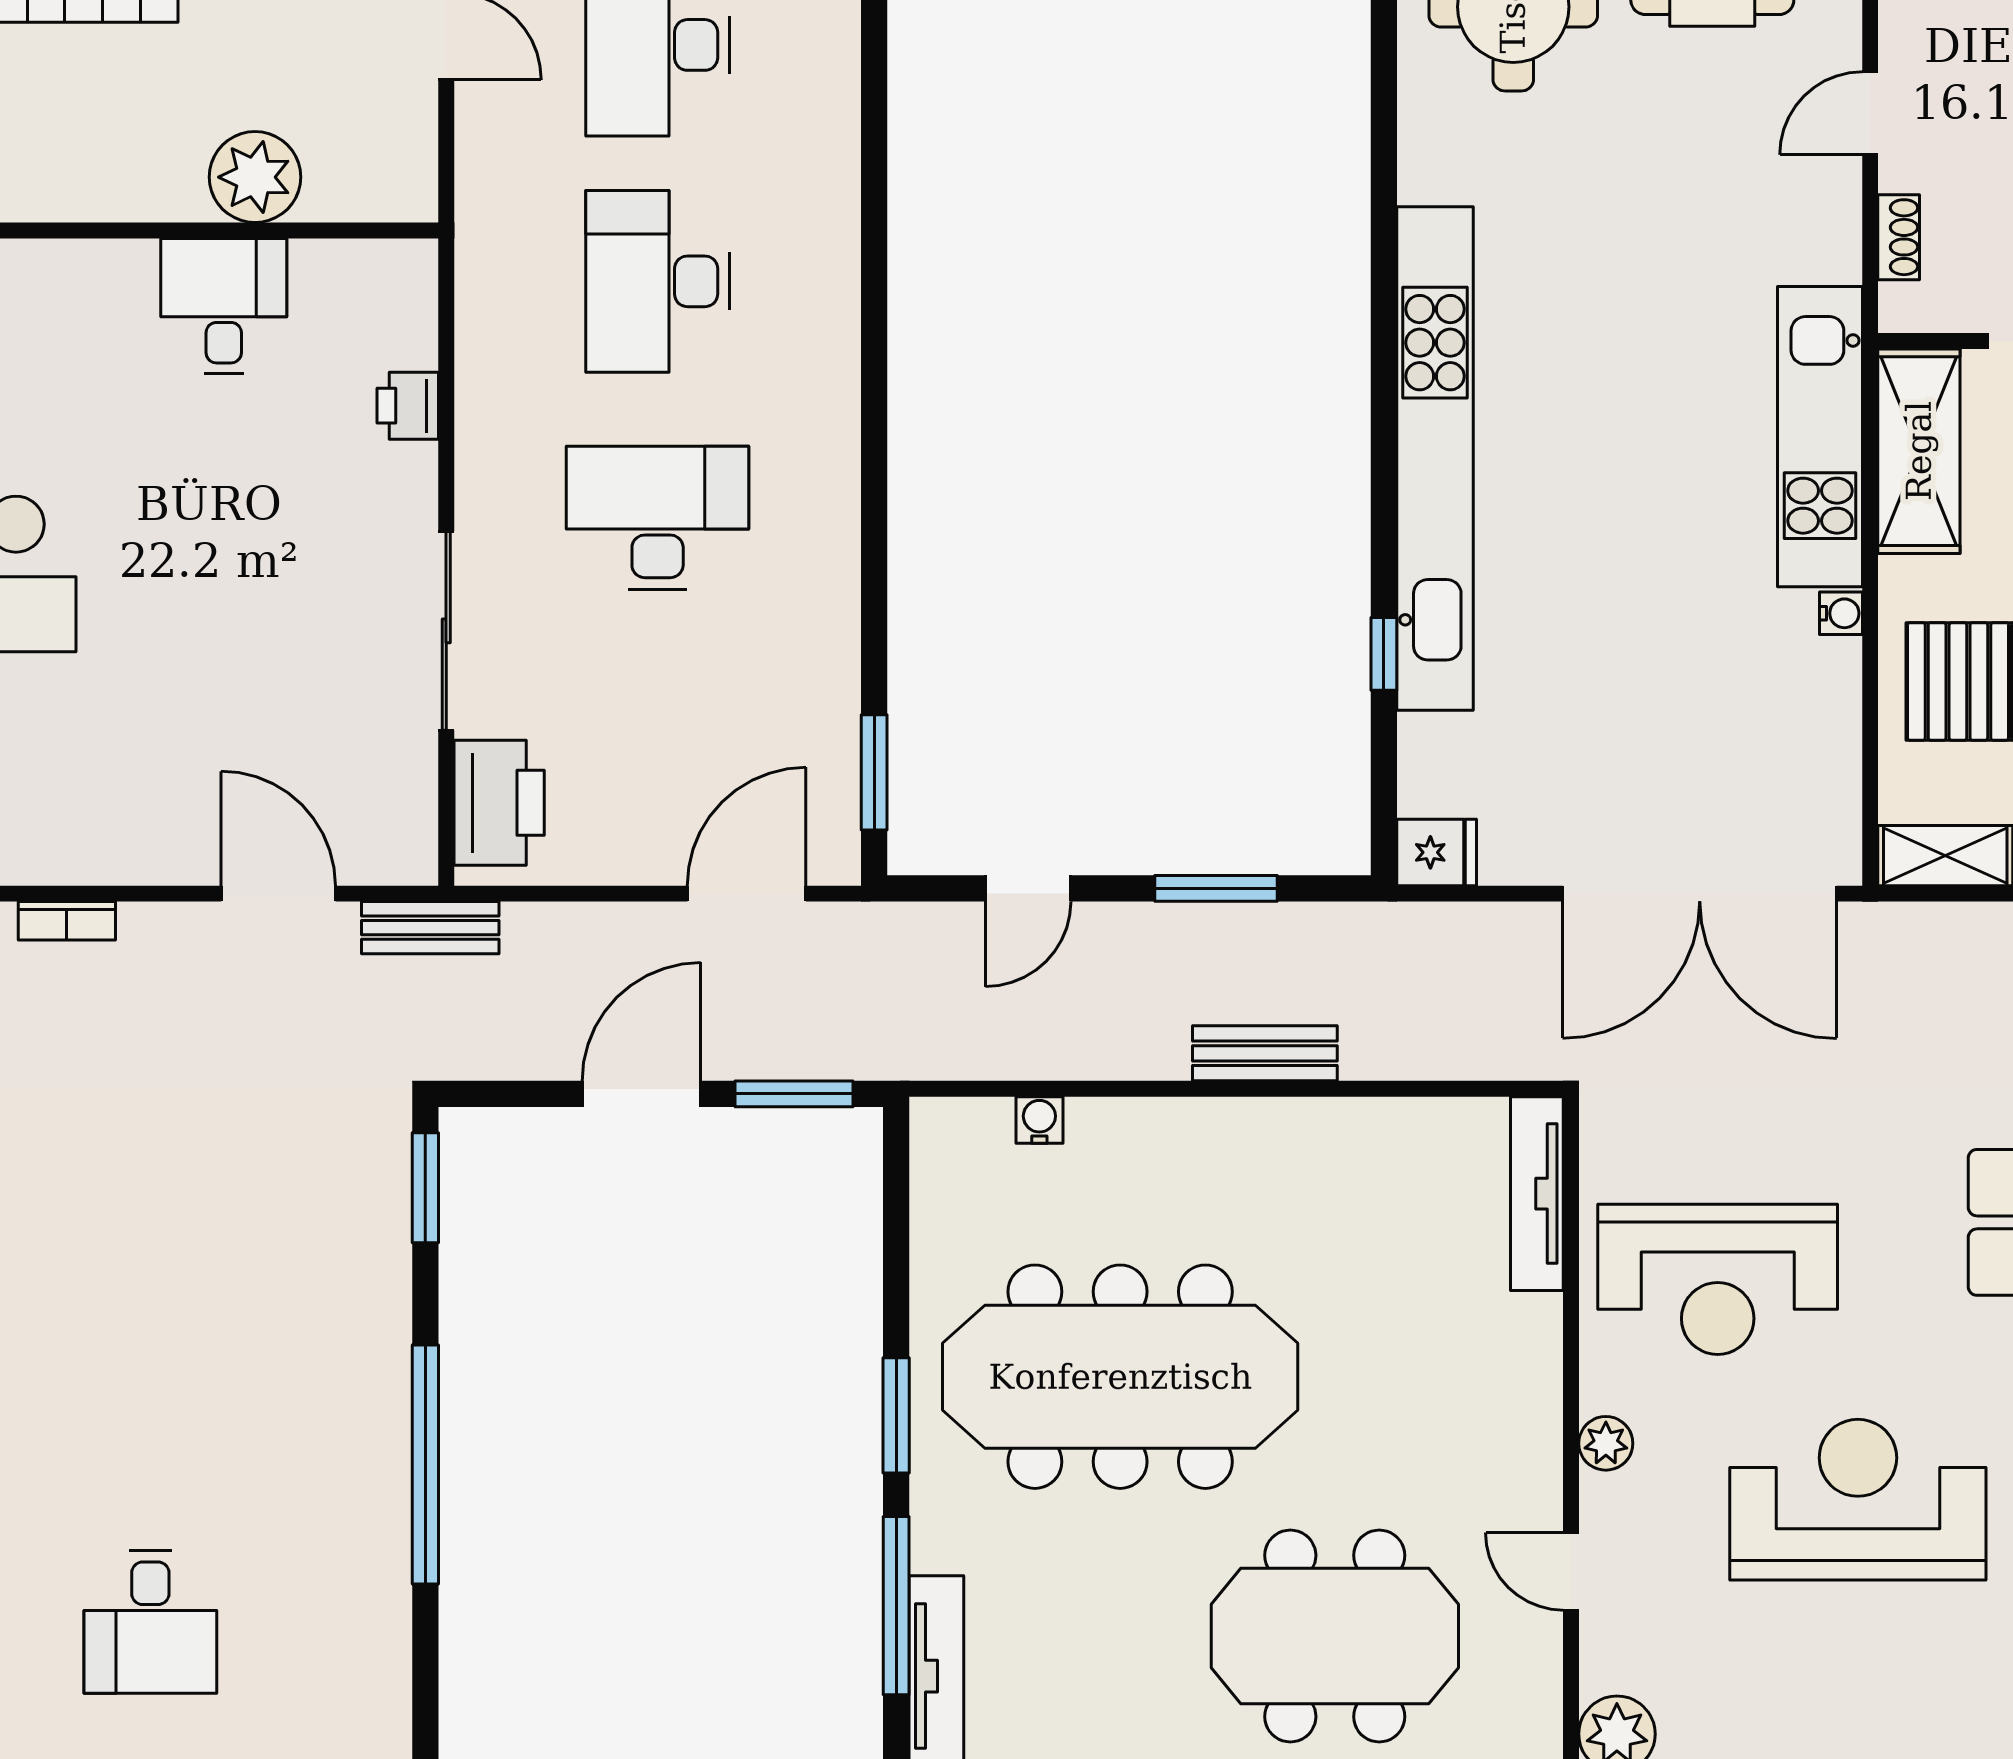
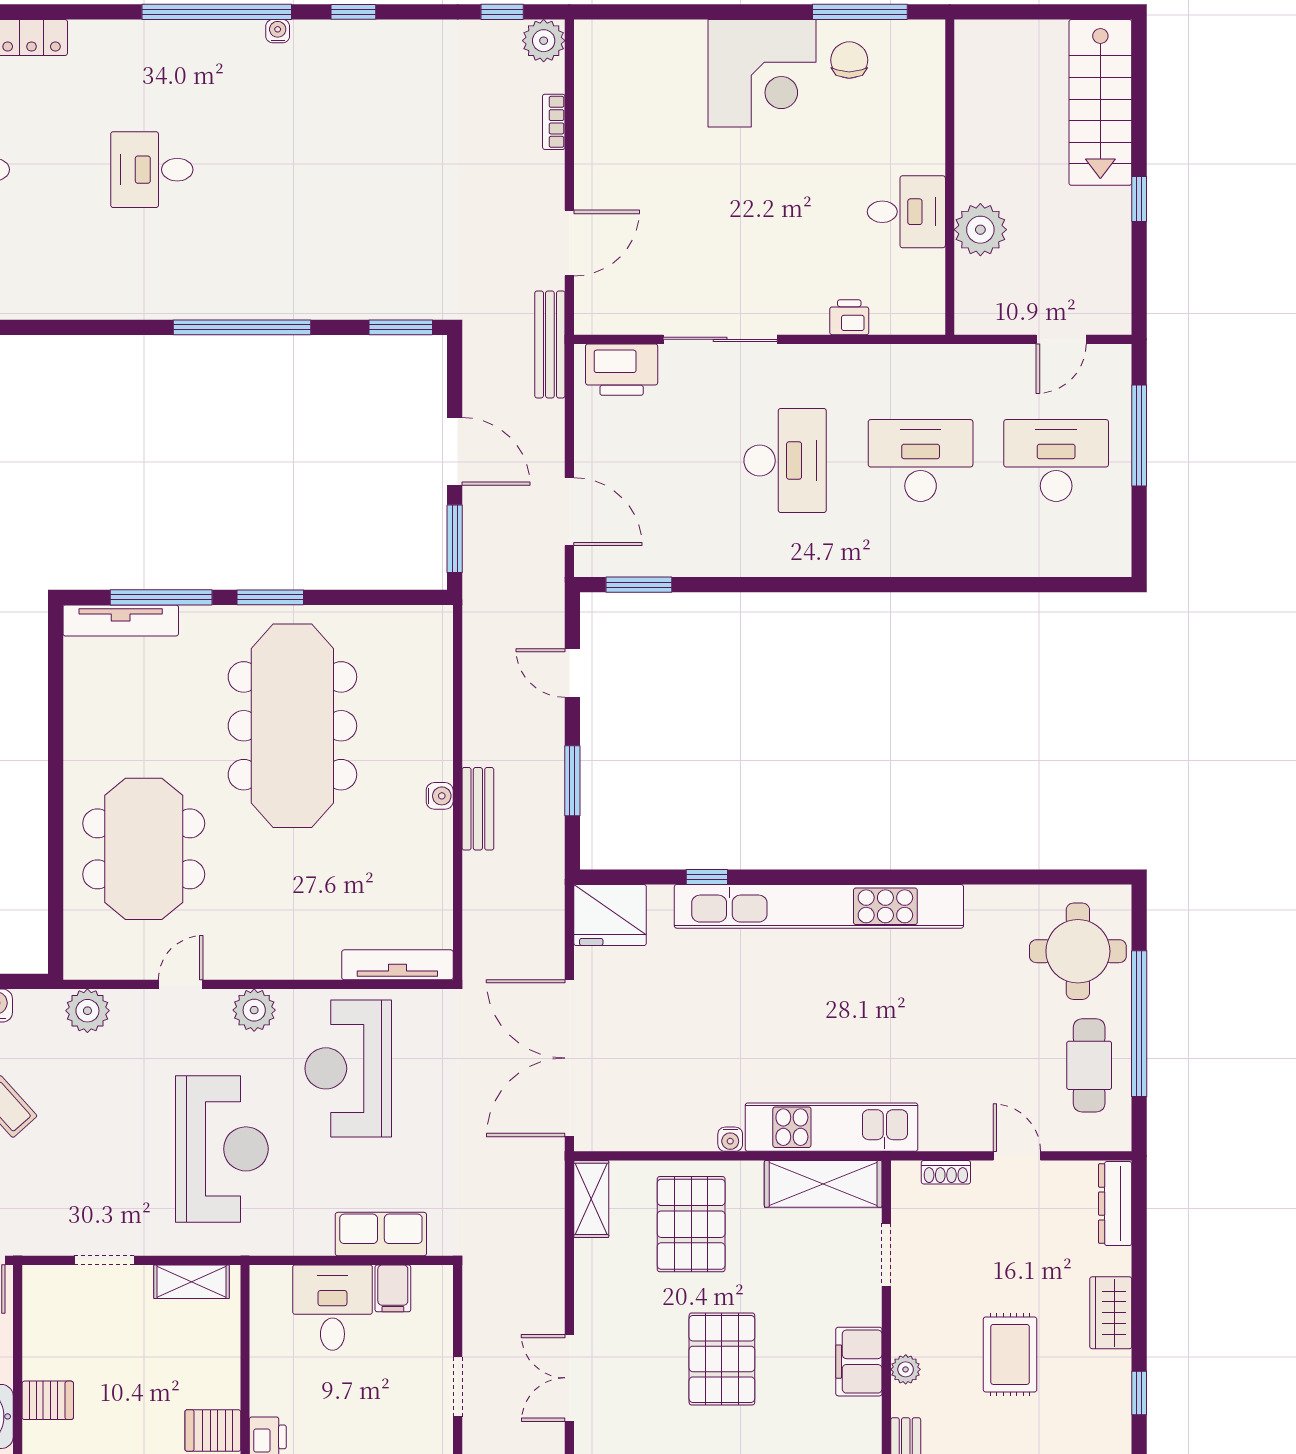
fridge: (1437, 852) -> (610, 915), width x1.88, depth x1.34
bench: (430, 928) -> (550, 344), width x1.36
water cooler: (1039, 1120) -> (440, 796), moved
plant: (1606, 1443) -> (254, 1010), width x1.38, depth x1.38

